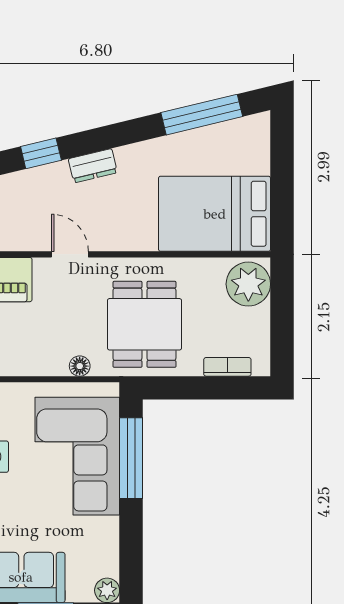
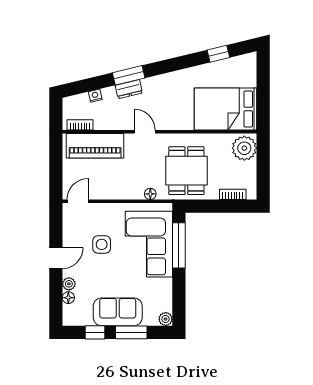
window: (202, 115) -> (218, 54), width x0.46
window: (41, 153) -> (129, 75), width x1.50
dresser: (93, 166) -> (129, 89), moved

